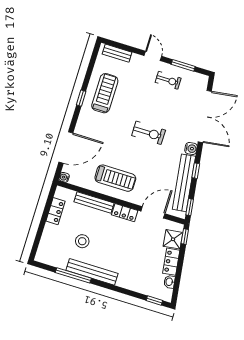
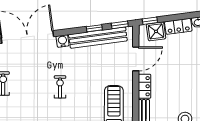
exercise bike: (149, 133) -> (60, 87), width x0.73, depth x0.72
window: (196, 171) -> (94, 28), moved
door: (153, 212) -> (136, 59), swing flipped

